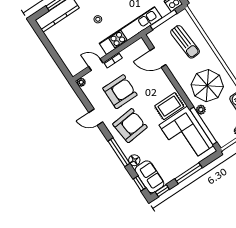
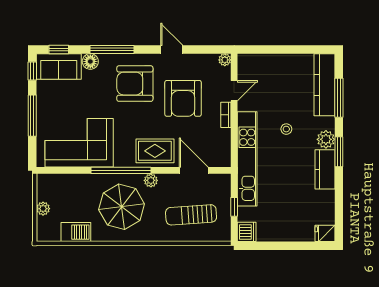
window: (164, 20) -> (234, 207), width x0.46
door: (158, 58) -> (194, 170), hinge flipped
rug: (169, 106) -> (155, 151), moved, turned 90
plant: (201, 110) -> (151, 180), moved
door: (96, 117) -> (172, 50), hinge flipped
armchair: (130, 126) -> (135, 84), turned 96
window: (203, 126) -> (121, 170), moved

